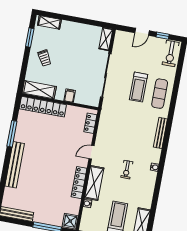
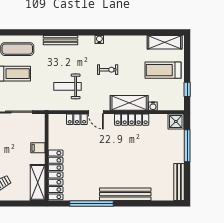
locker: (90, 123) -> (77, 119), moved
weight bench: (119, 132) -> (67, 86), added
window: (12, 134) -> (92, 203), width x1.46

